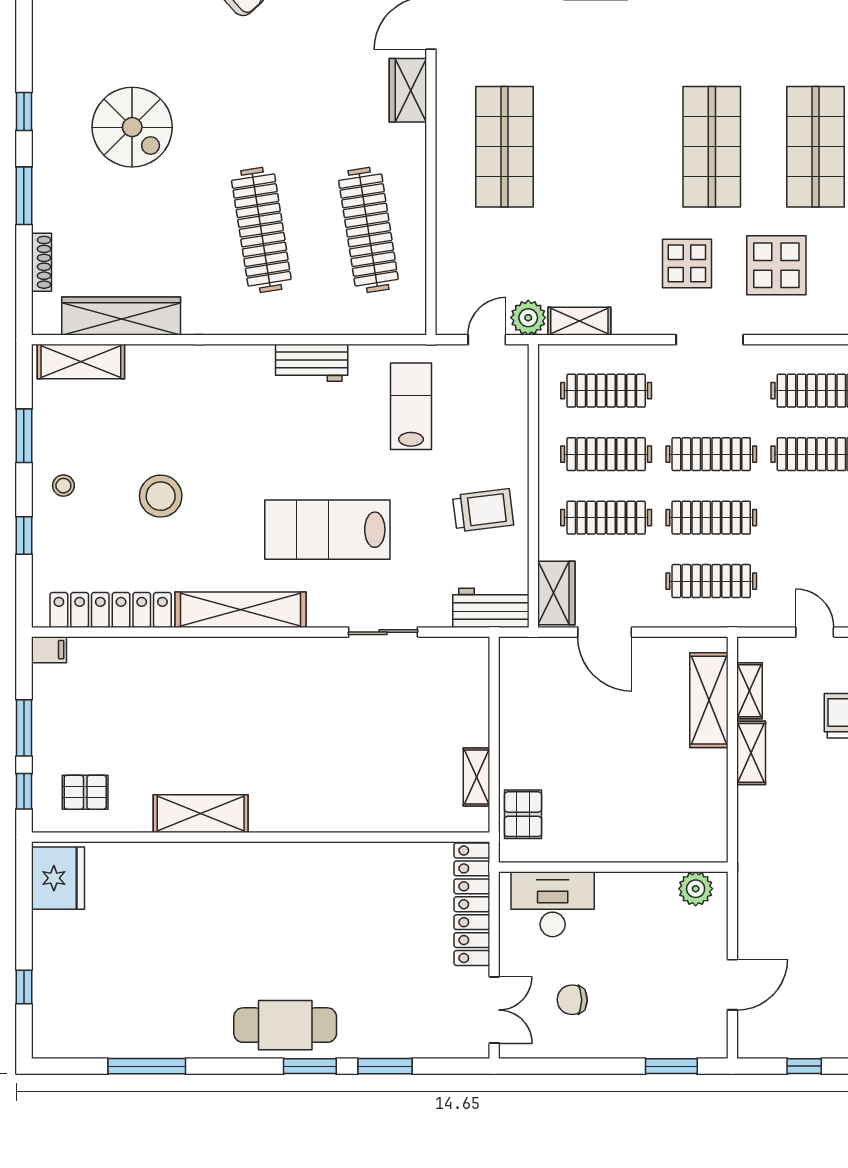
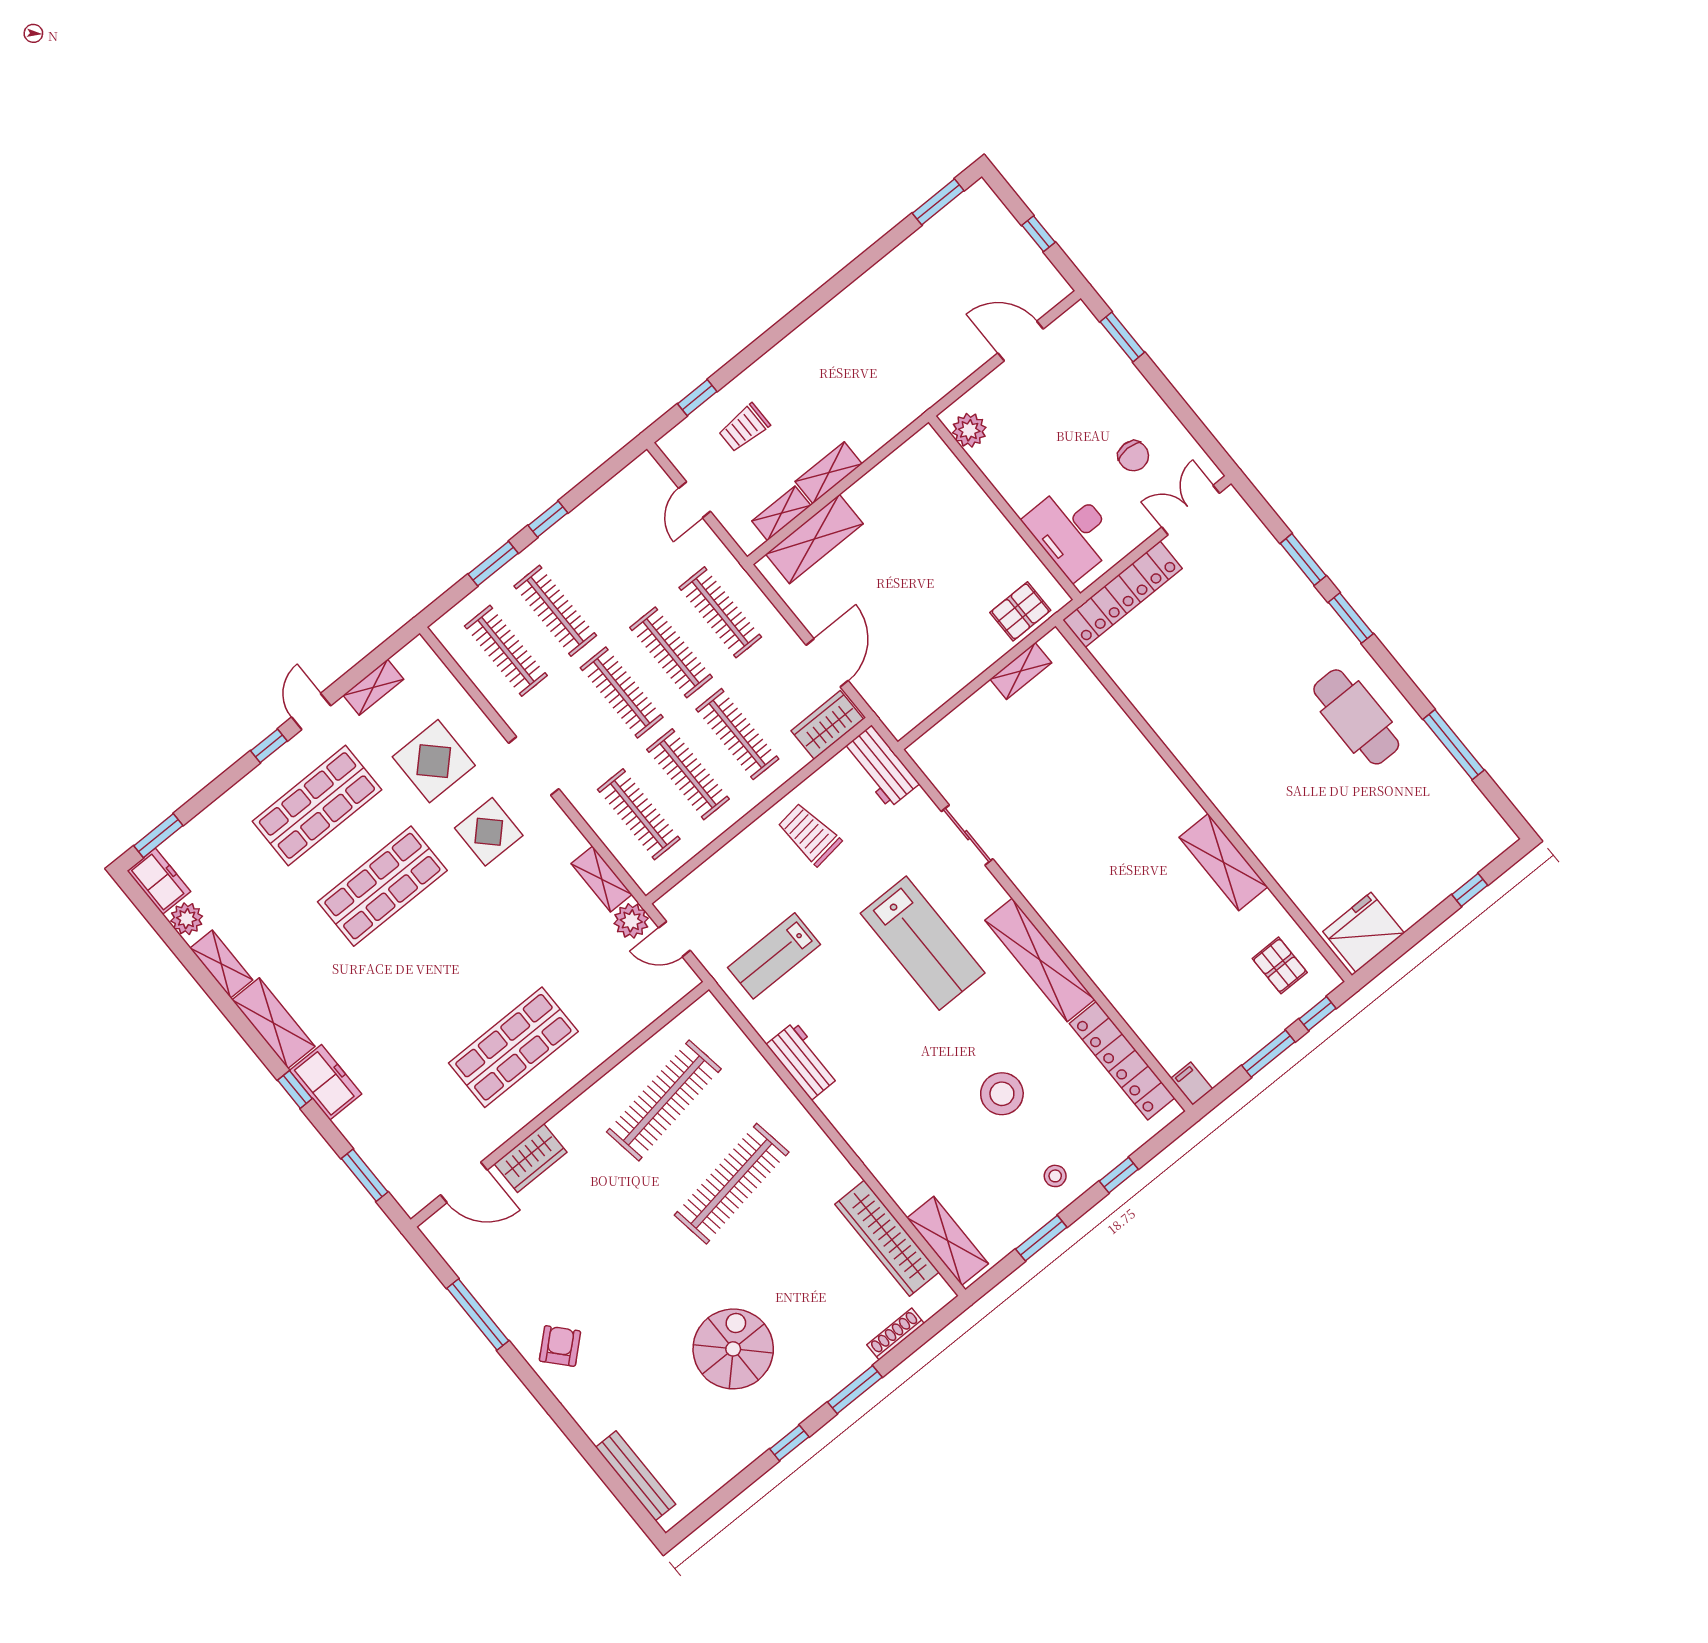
cafe table: (285, 1025) -> (1356, 717), moved

